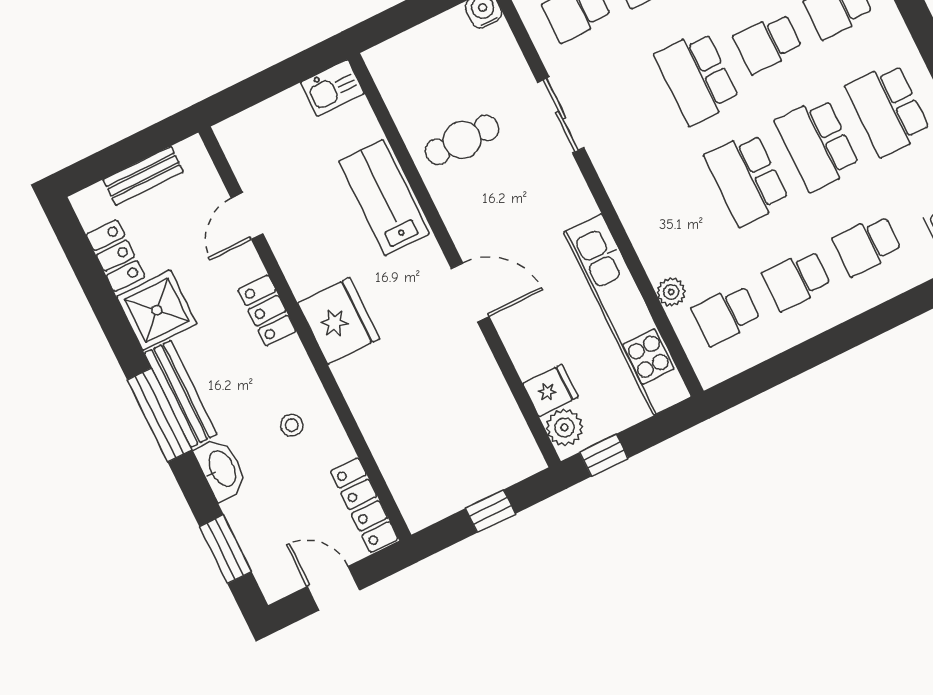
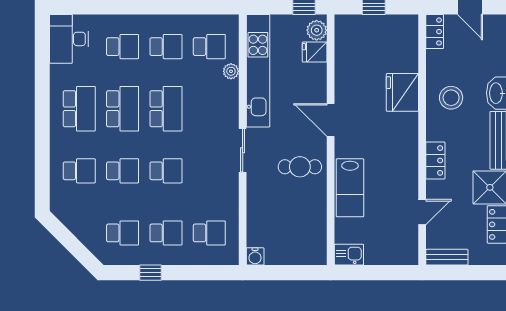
school desk: (697, 78) -> (166, 171), width x0.54
sliding door: (561, 115) -> (243, 150), moved
cafe table: (462, 140) -> (300, 167), moved
bench: (143, 176) -> (447, 257), moved
fridge: (339, 321) -> (402, 92), moved
stool: (292, 425) -> (451, 98), width x1.89, depth x1.89
locker: (364, 505) -> (435, 32), width x0.66

